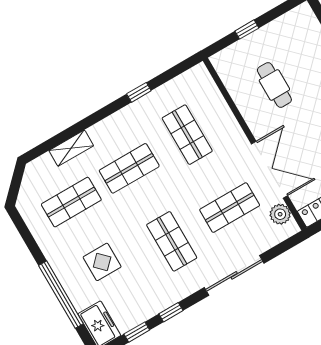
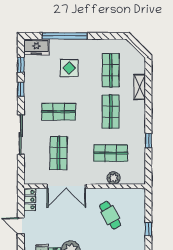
window: (247, 29) -> (148, 229), moved
cafe table: (274, 85) -> (110, 215), turned 60
plant: (280, 214) -> (113, 178), moved

